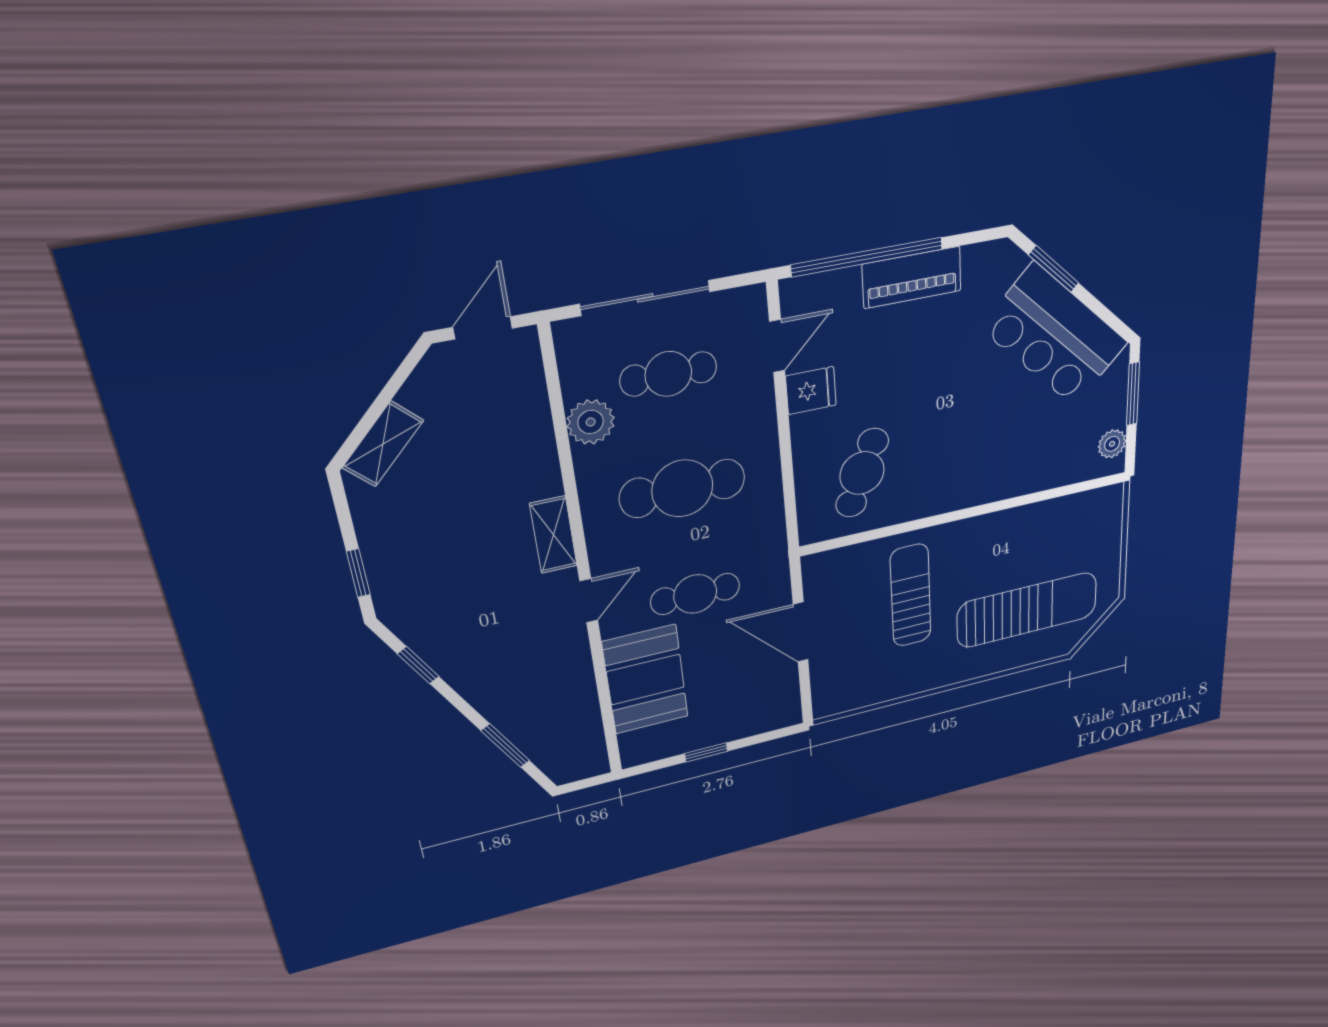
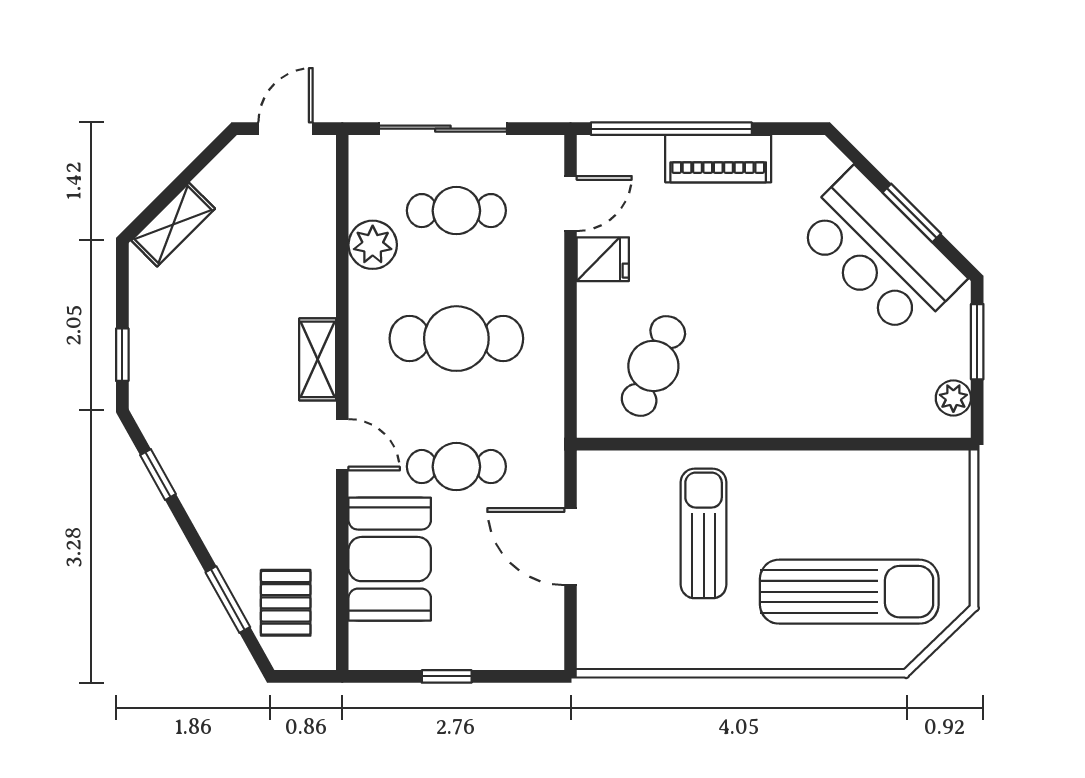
window: (1054, 269) -> (912, 213), moved
door: (589, 601) -> (342, 445), hinge flipped
pallet: (558, 735) -> (286, 603), added

